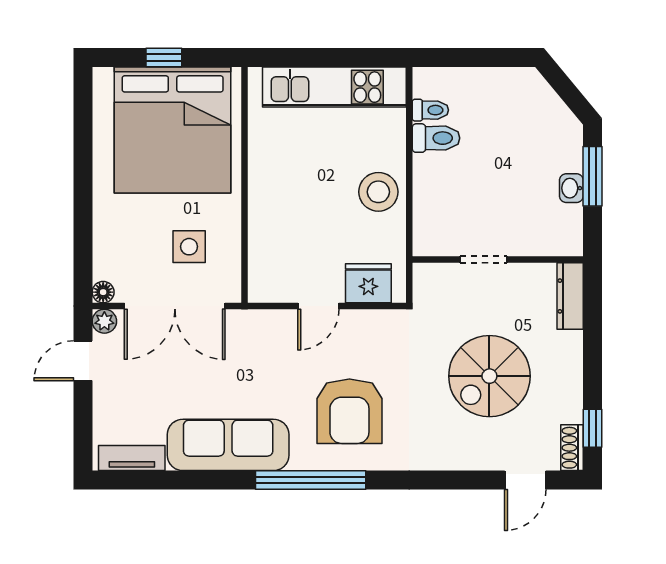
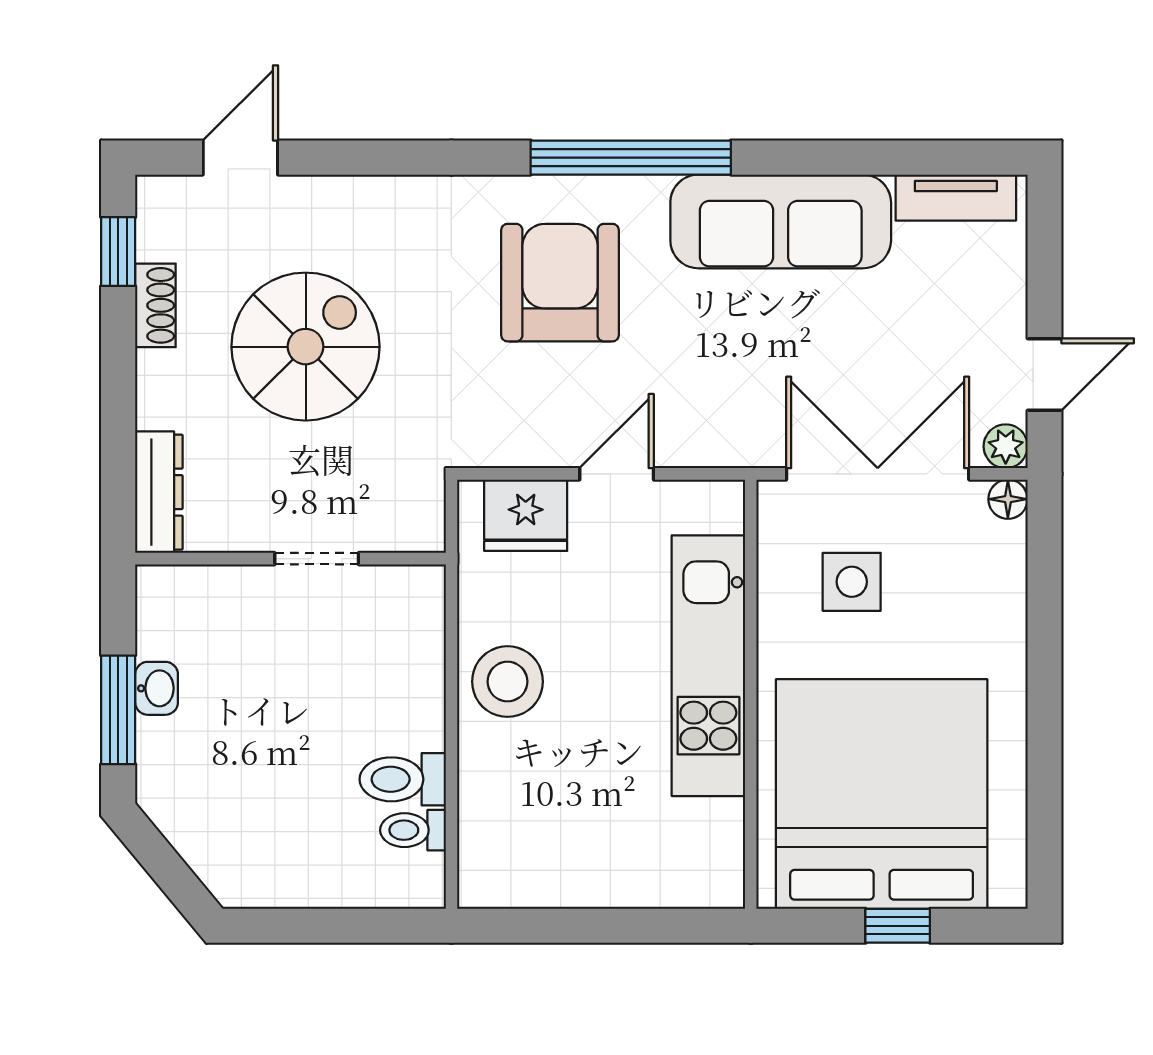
kitchen unit: (334, 87) -> (708, 666), moved, turned -90
shoe rack: (572, 448) -> (155, 305), moved

